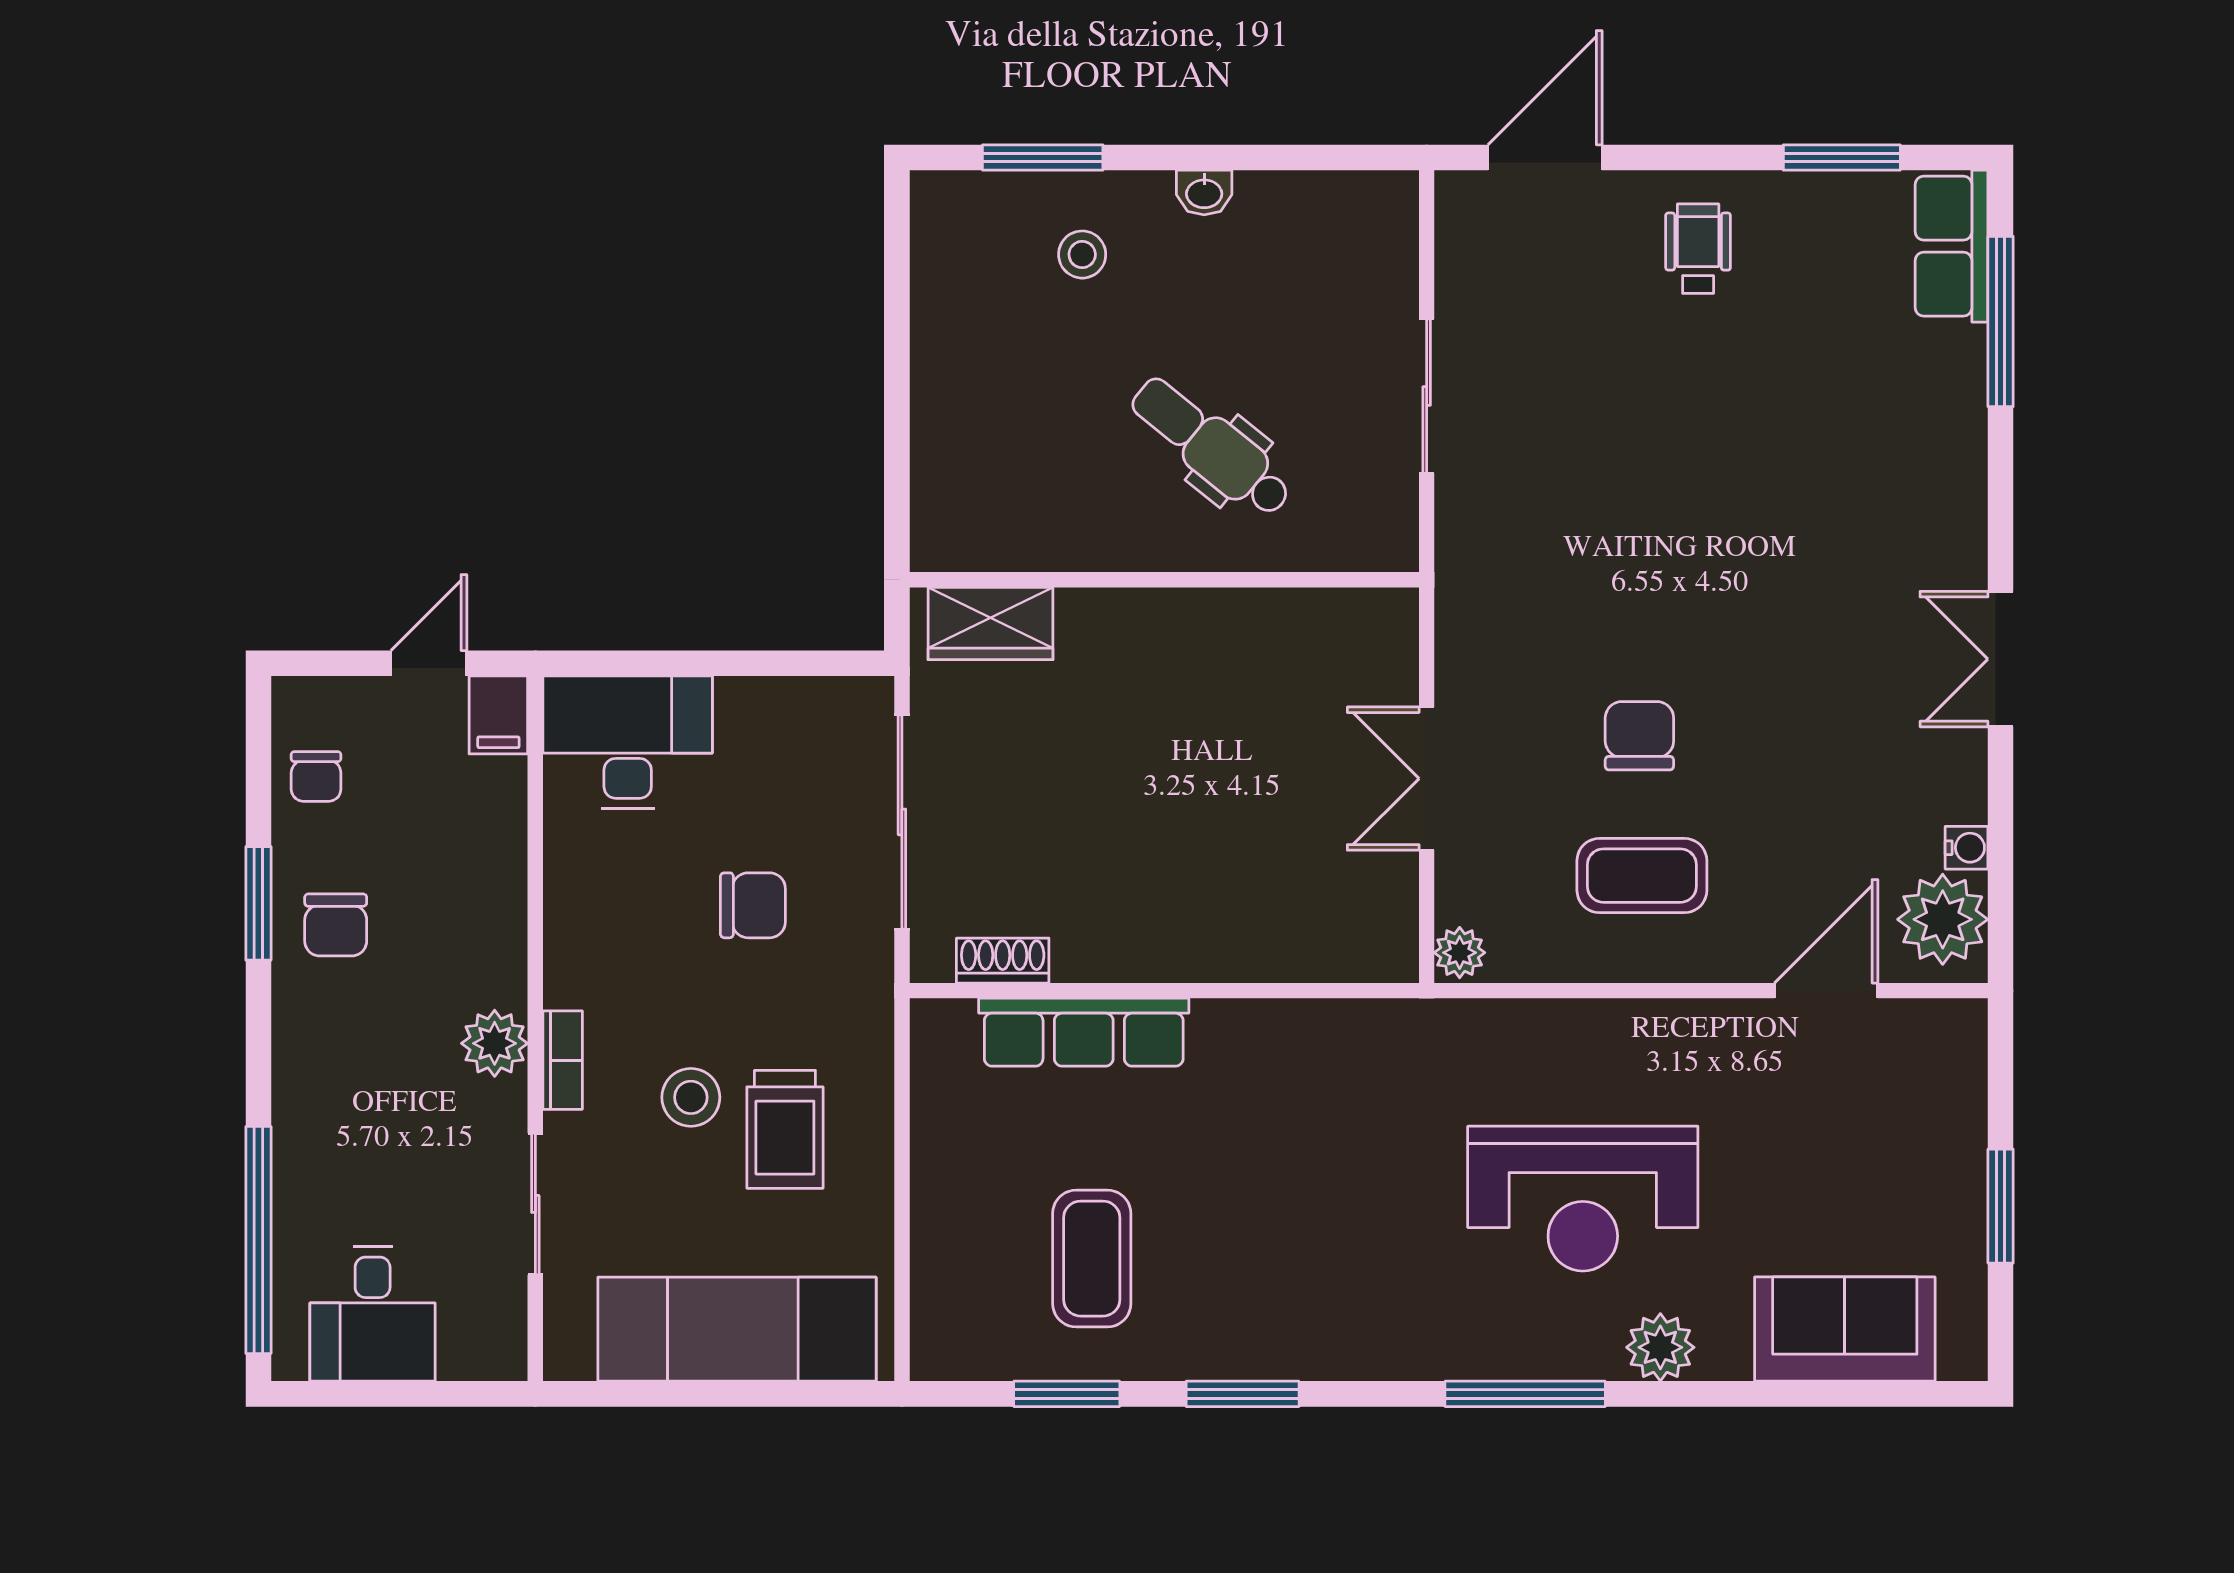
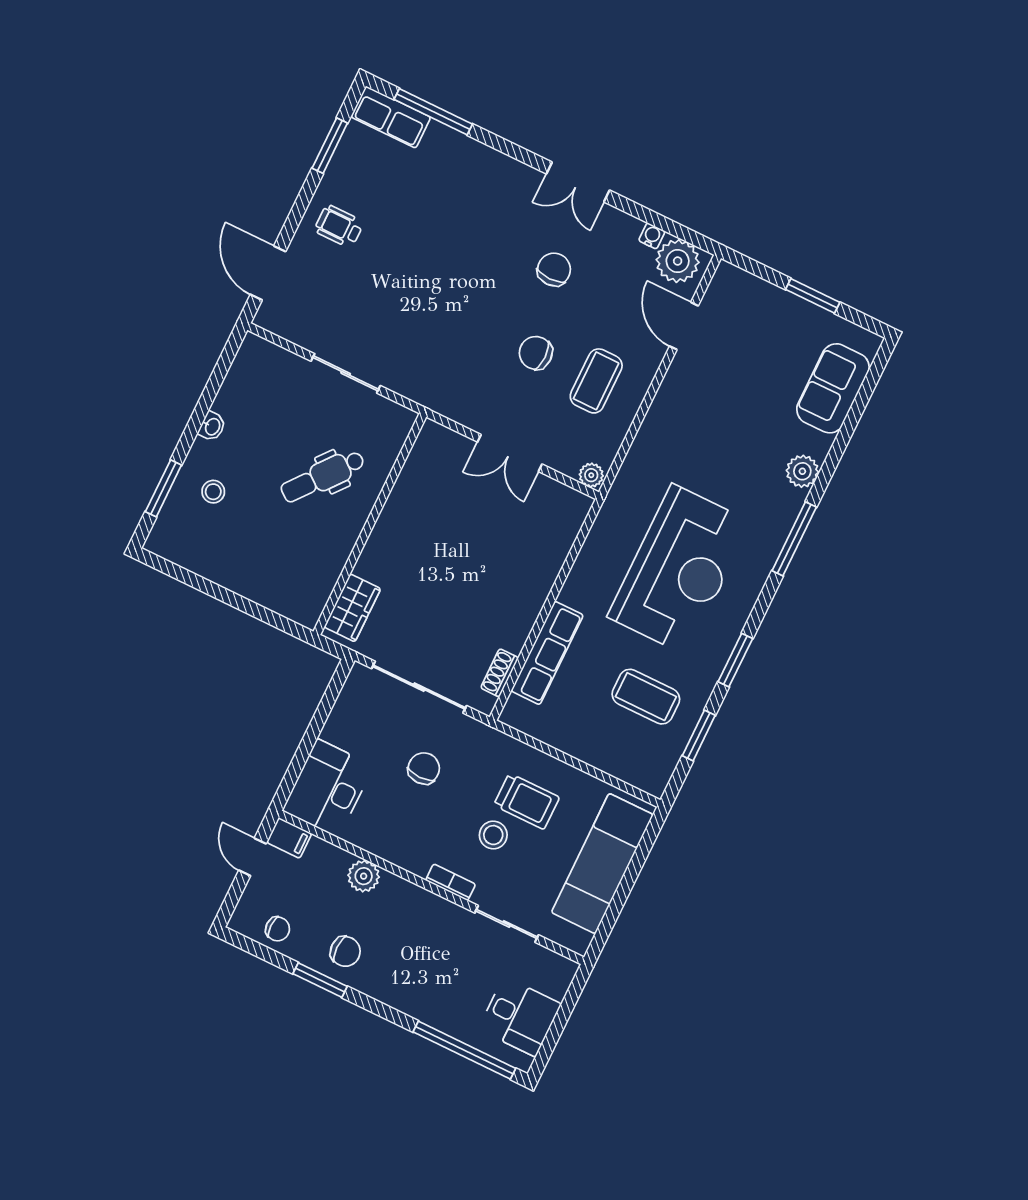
chair: (1814, 694) -> (554, 269), added
plant: (495, 1043) -> (364, 876), moved
reception desk: (1583, 1199) -> (679, 569), moved, width x1.36, depth x1.30

